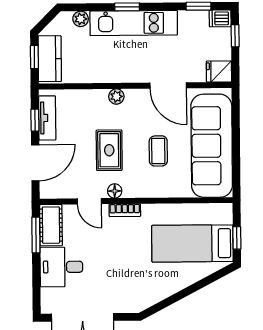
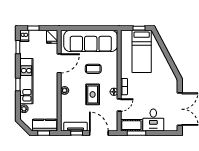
rug: (109, 150) -> (93, 94), turned 90

